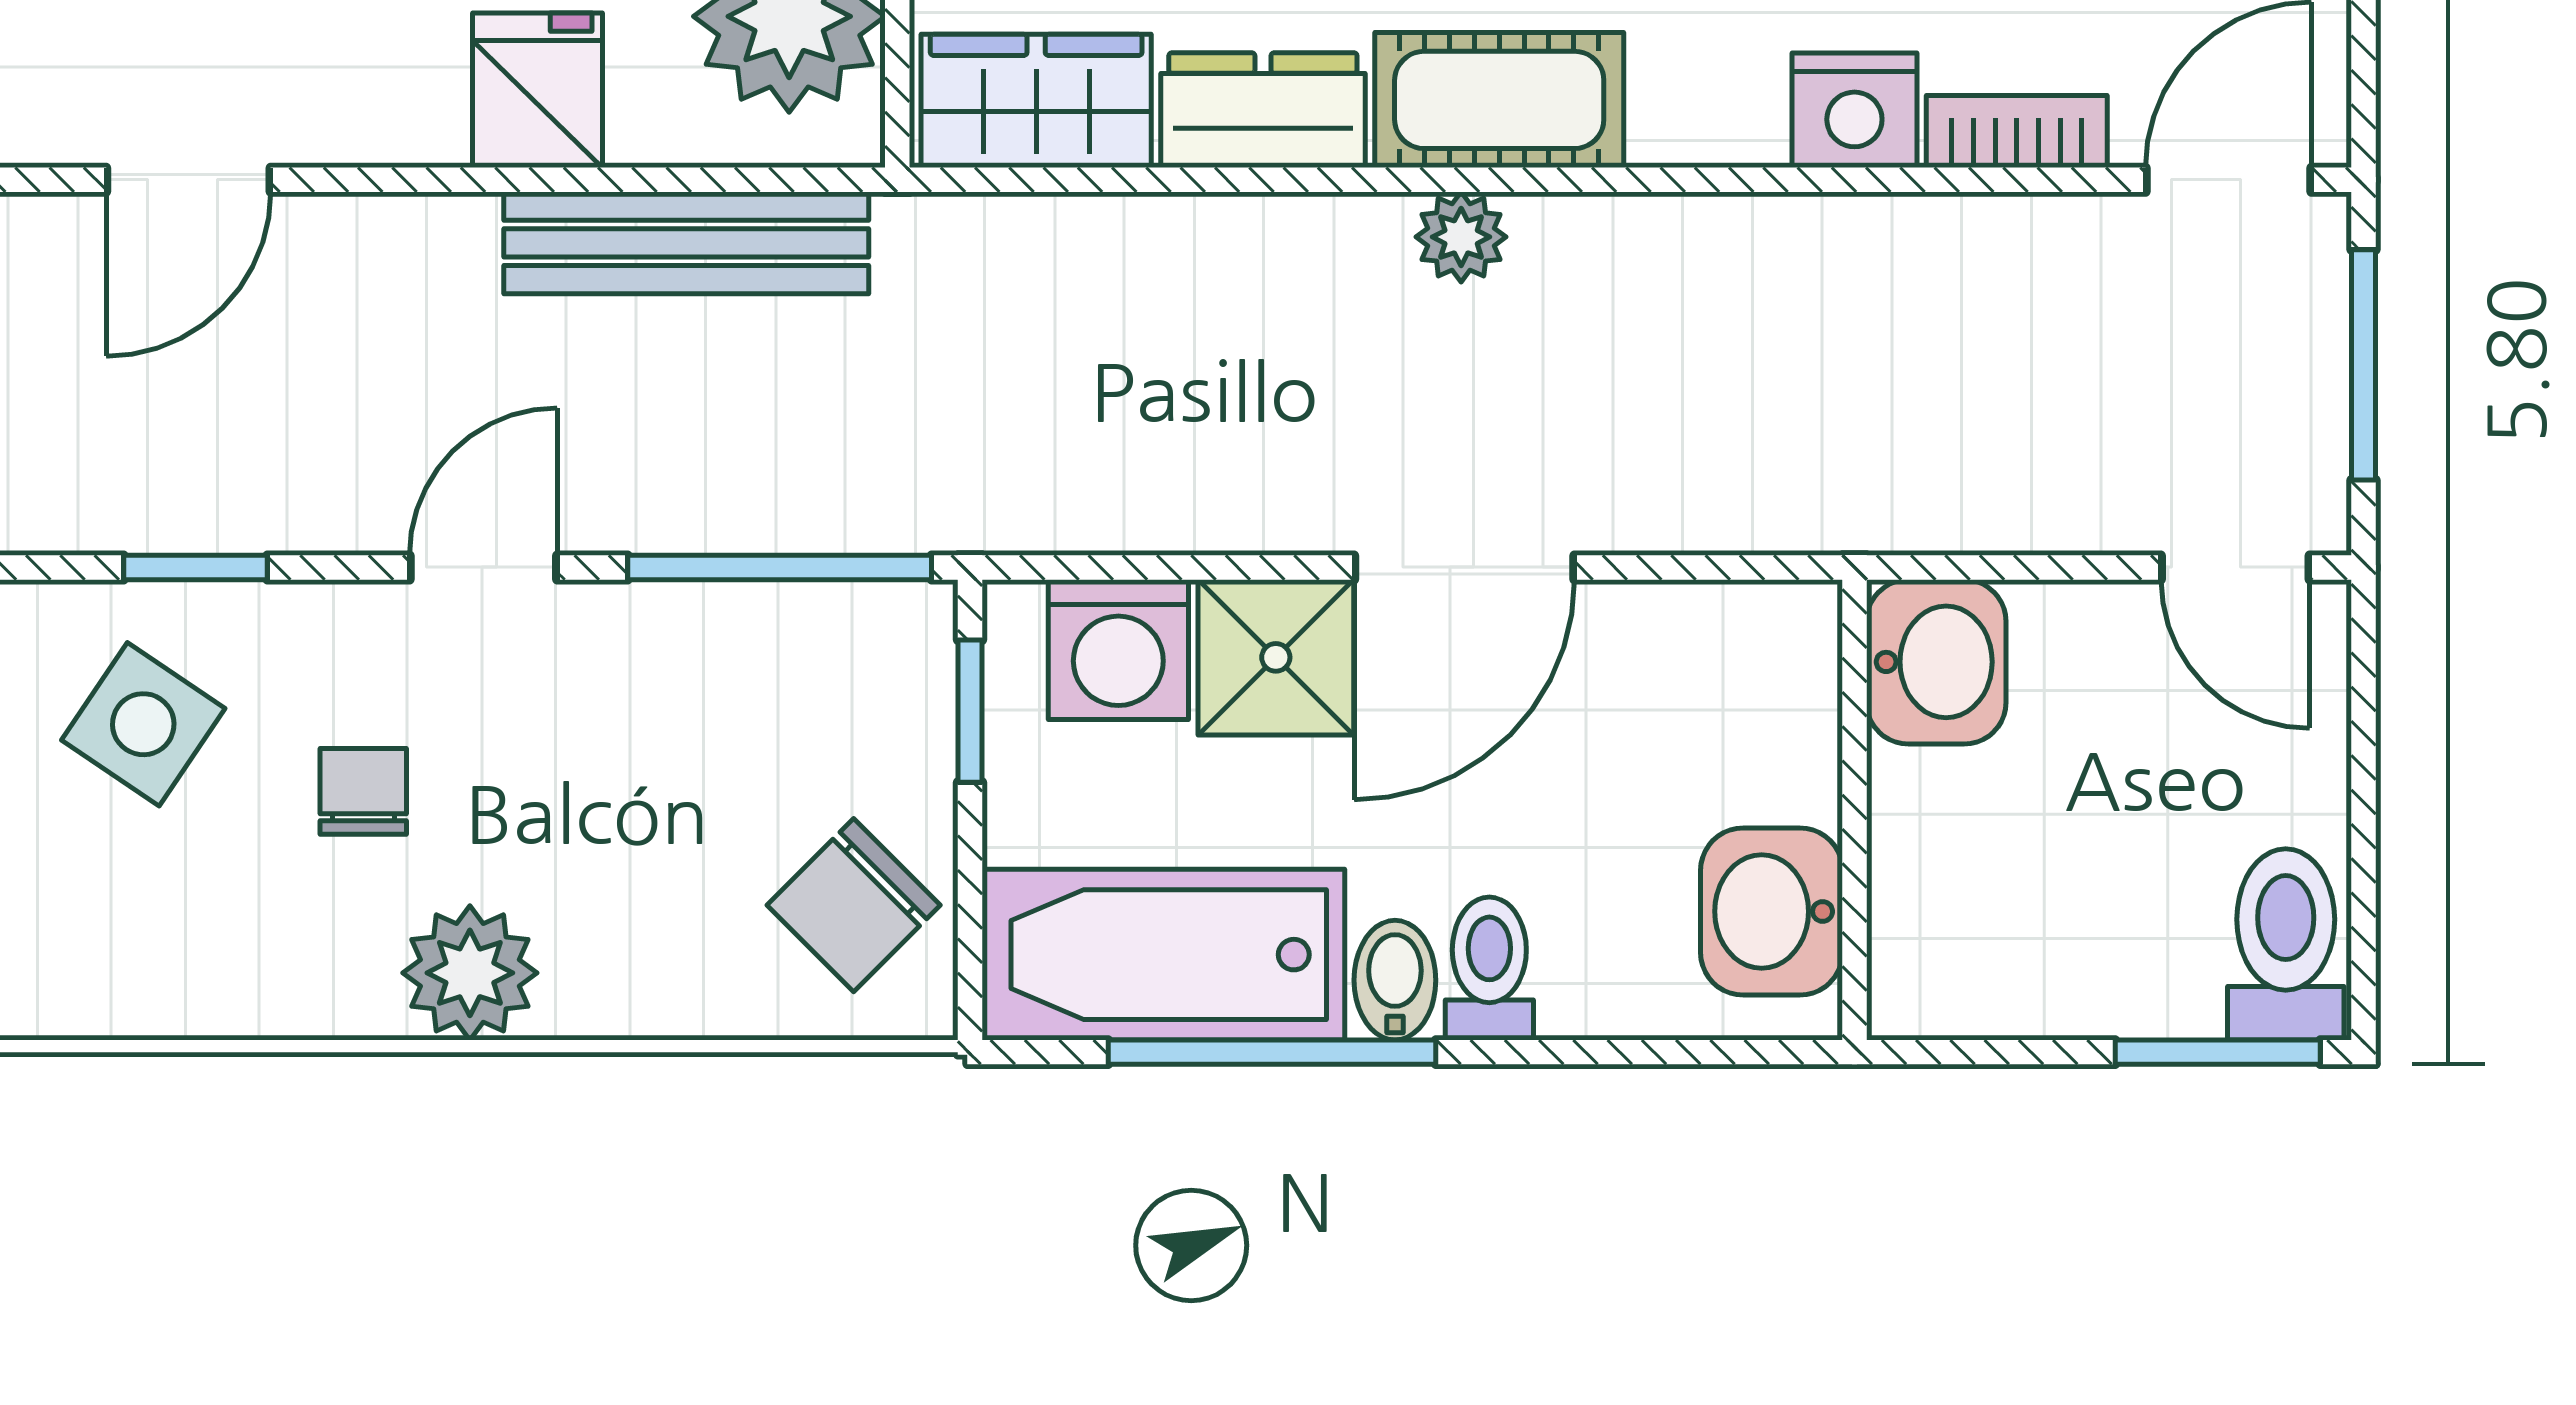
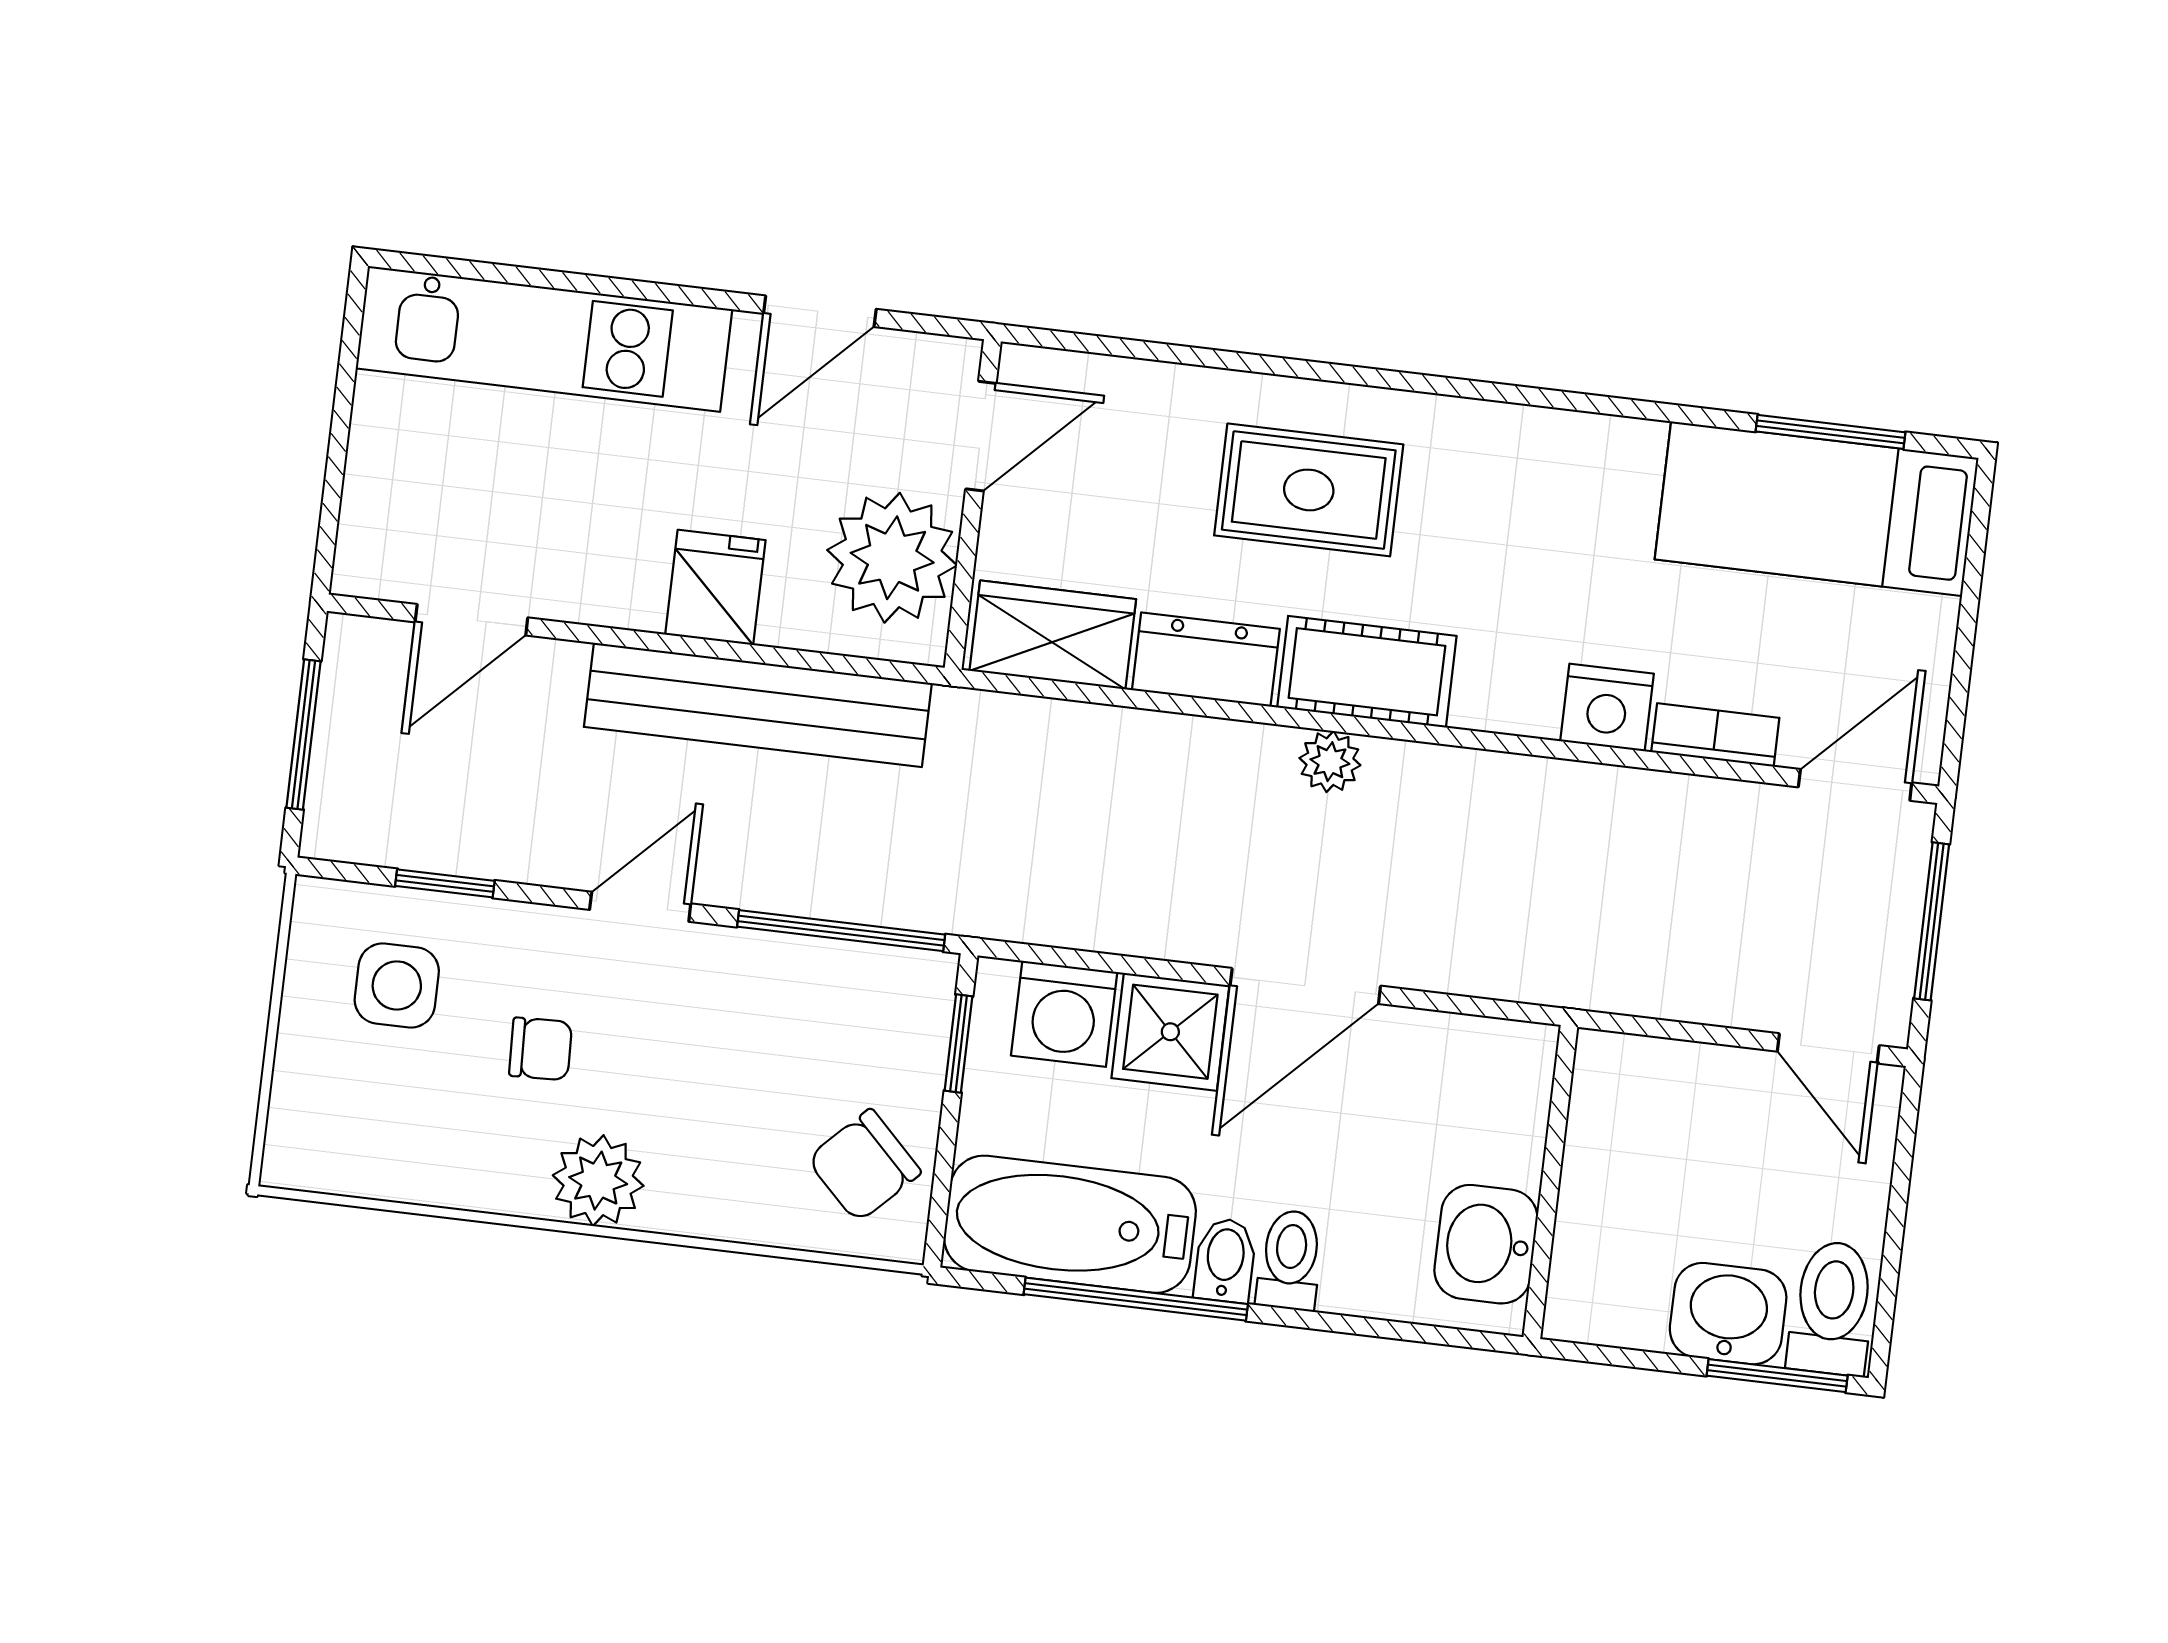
bench: (686, 243) -> (758, 705), width x1.37, depth x1.21
washbasin: (1936, 662) -> (1728, 1314), moved, turned -90
side table: (143, 724) -> (397, 985), turned -34
chair: (363, 791) -> (541, 1049), turned 88

